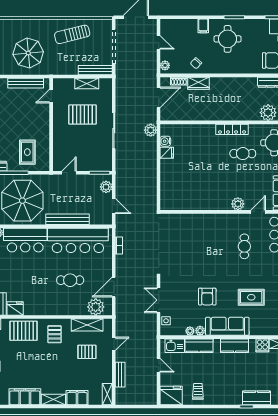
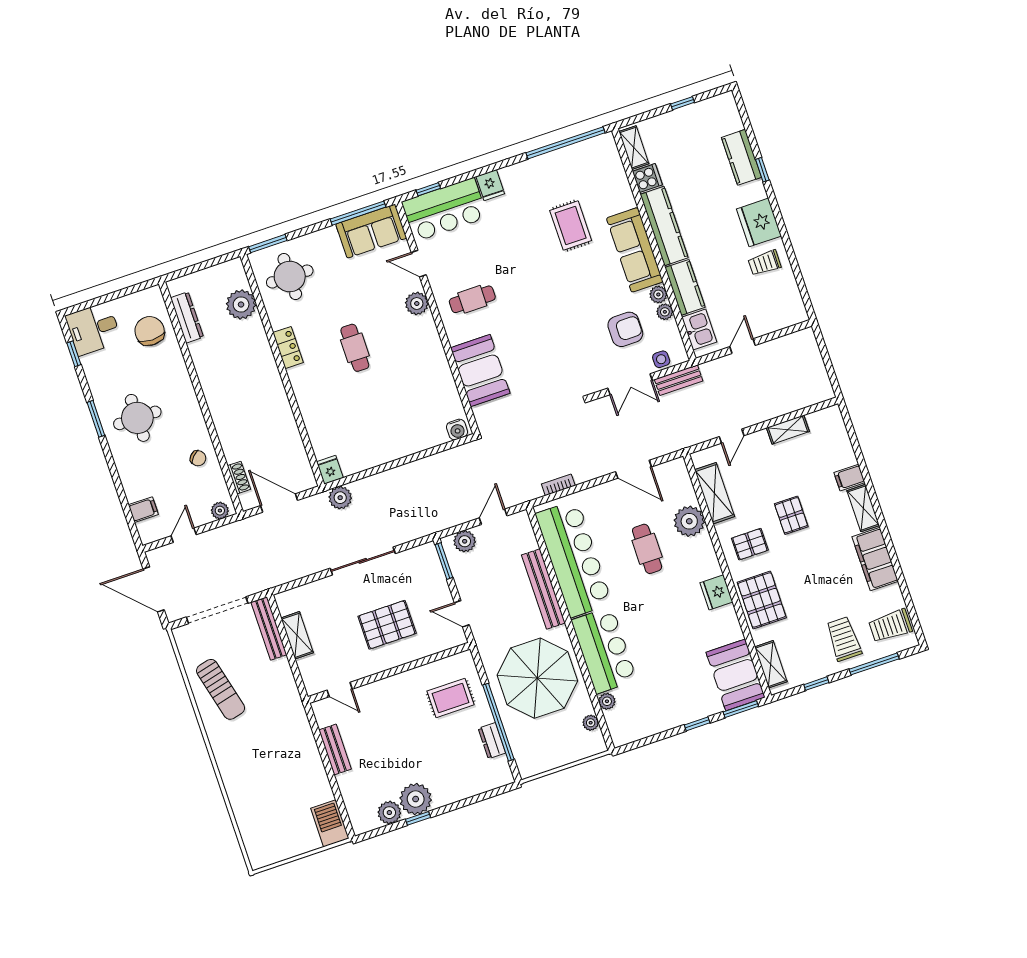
filing cabinet: (203, 26) -> (143, 510), moved
parasol: (28, 53) -> (279, 754), removed
bench: (26, 83) -> (335, 750), width x0.73
wardrobe: (198, 83) -> (231, 442), removed
pallet: (82, 115) -> (387, 625), moved, turned 90
locker: (232, 129) -> (288, 348), width x0.66
water cooler: (165, 141) -> (457, 430), moved
fridge: (167, 153) -> (330, 470), moved
cafe table: (243, 154) -> (355, 348), moved
booth: (192, 225) -> (480, 371), added
cafe table: (244, 246) -> (472, 299), moved
armchair: (207, 297) -> (625, 329), moved
plant: (96, 307) -> (689, 521), moved
fridge: (15, 308) -> (716, 592), moved
door: (114, 344) -> (732, 436), swing flipped
kitchen counter: (235, 346) -> (664, 226), width x1.50
pallet: (87, 352) -> (791, 515), moved
bench: (120, 375) -> (679, 380), moved
shelving: (107, 394) -> (788, 430), moved
fridge: (171, 395) -> (759, 222), moved
filing cabinet: (77, 398) -> (849, 478), width x0.50

